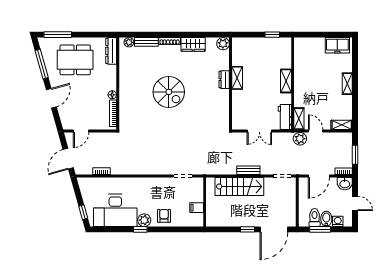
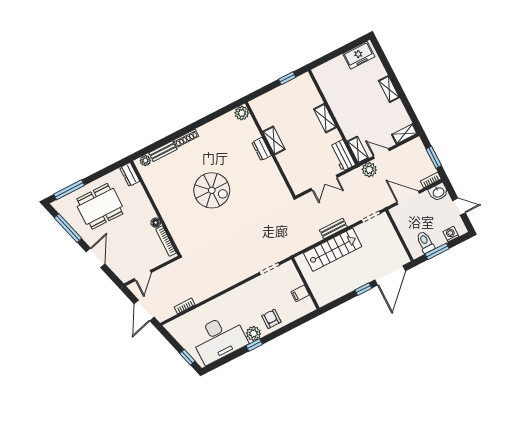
wardrobe: (193, 44) -> (212, 129), removed
dresser: (111, 51) -> (130, 174), width x0.70
door: (319, 176) -> (408, 198), swing flipped
bidet: (326, 219) -> (438, 237), removed

